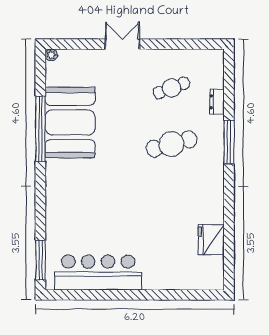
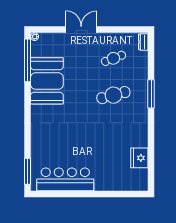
double door: (122, 44) -> (81, 30), width x1.37
dresser: (217, 102) -> (143, 42), moved
window: (40, 129) -> (27, 60), moved

